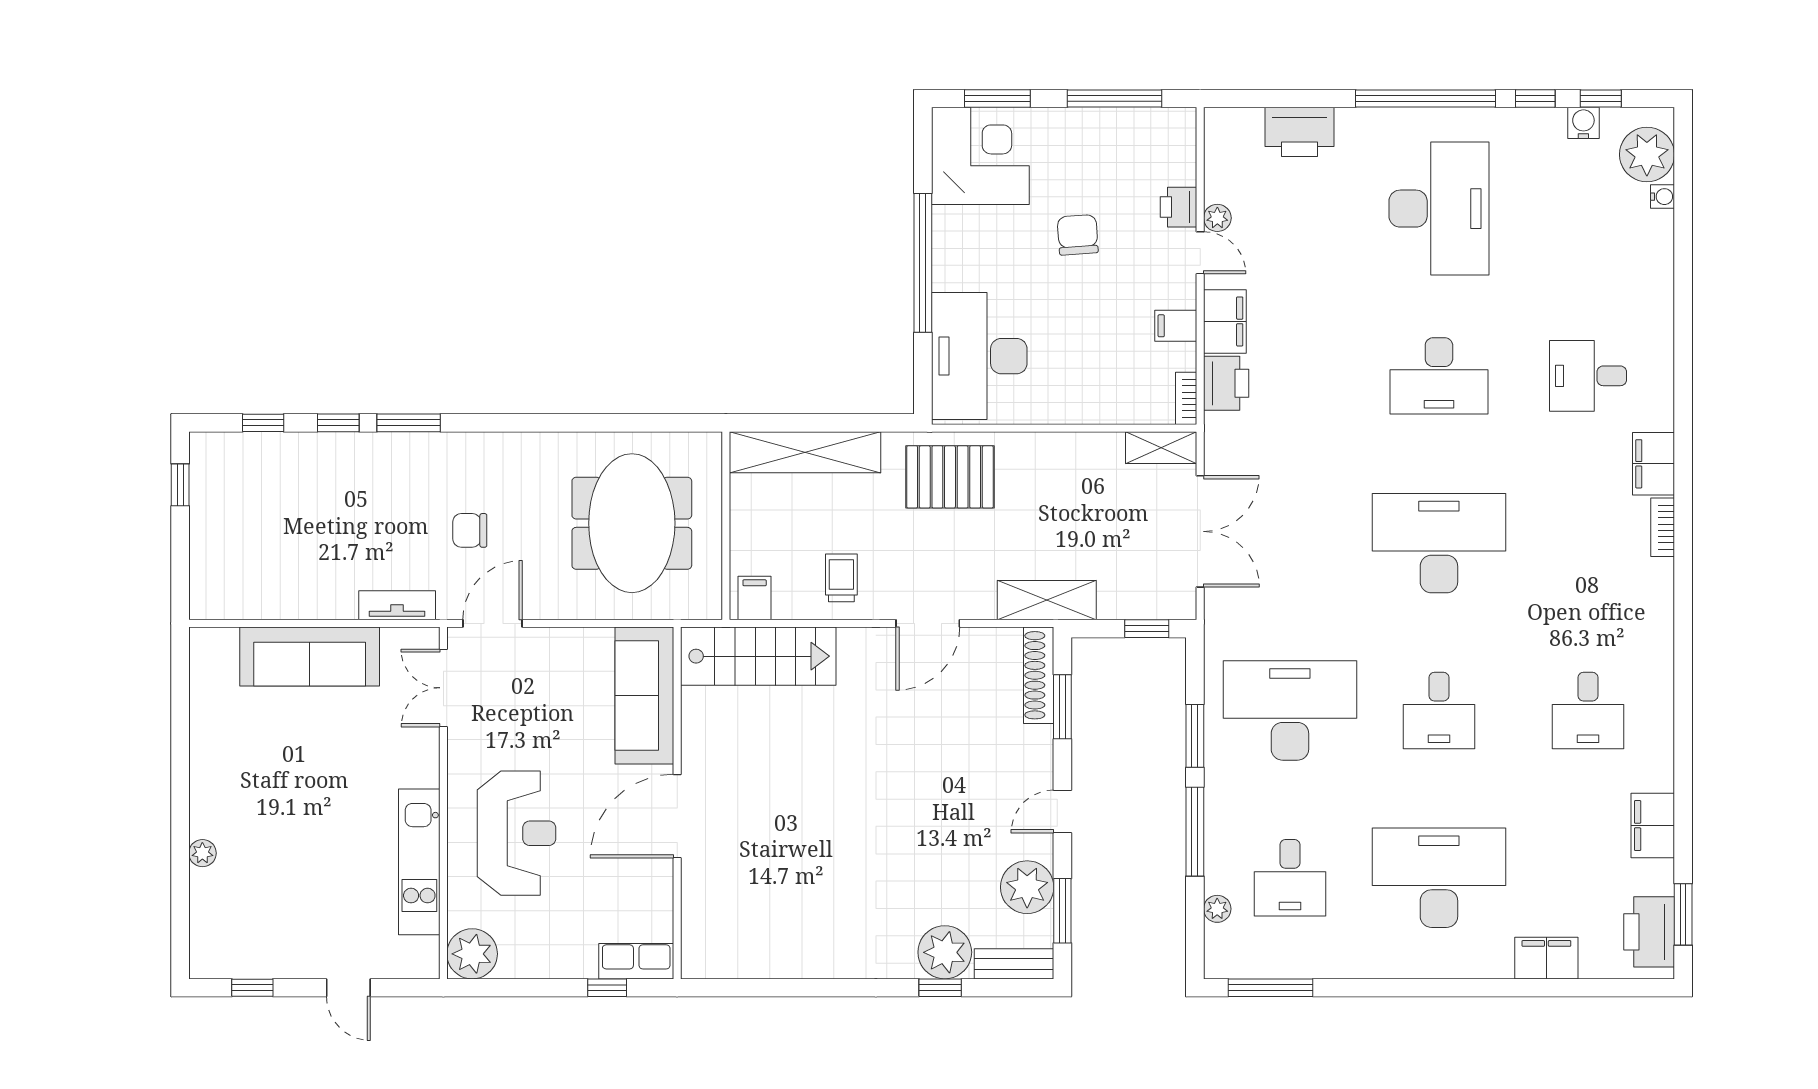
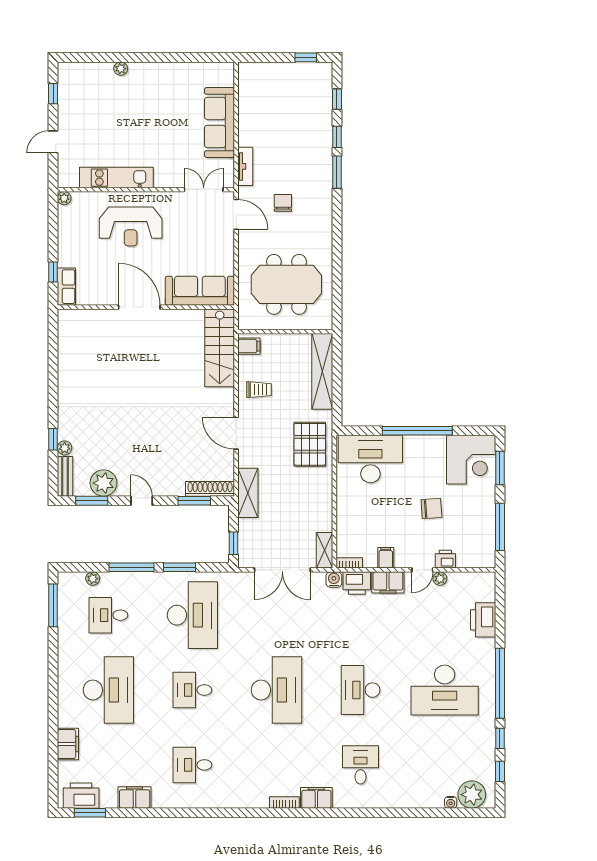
water cooler: (1583, 123) -> (334, 580), moved, turned -90
plant: (945, 952) -> (65, 448), width x0.53, depth x0.53
plant: (472, 954) -> (64, 198), width x0.53, depth x0.53

